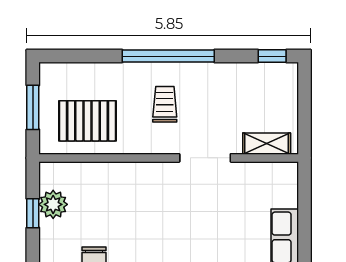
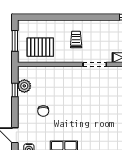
window: (168, 56) -> (78, 17), removed

